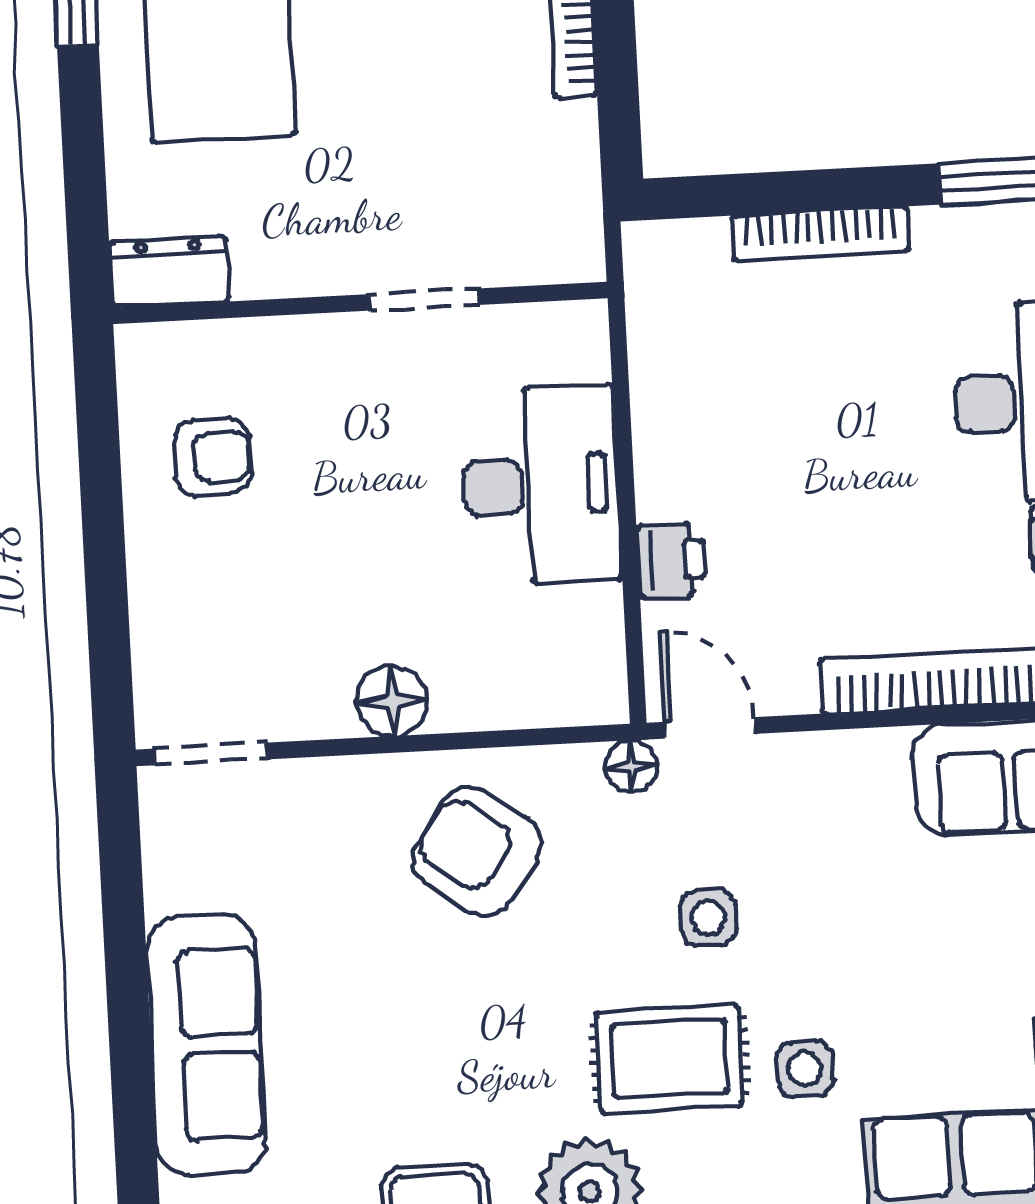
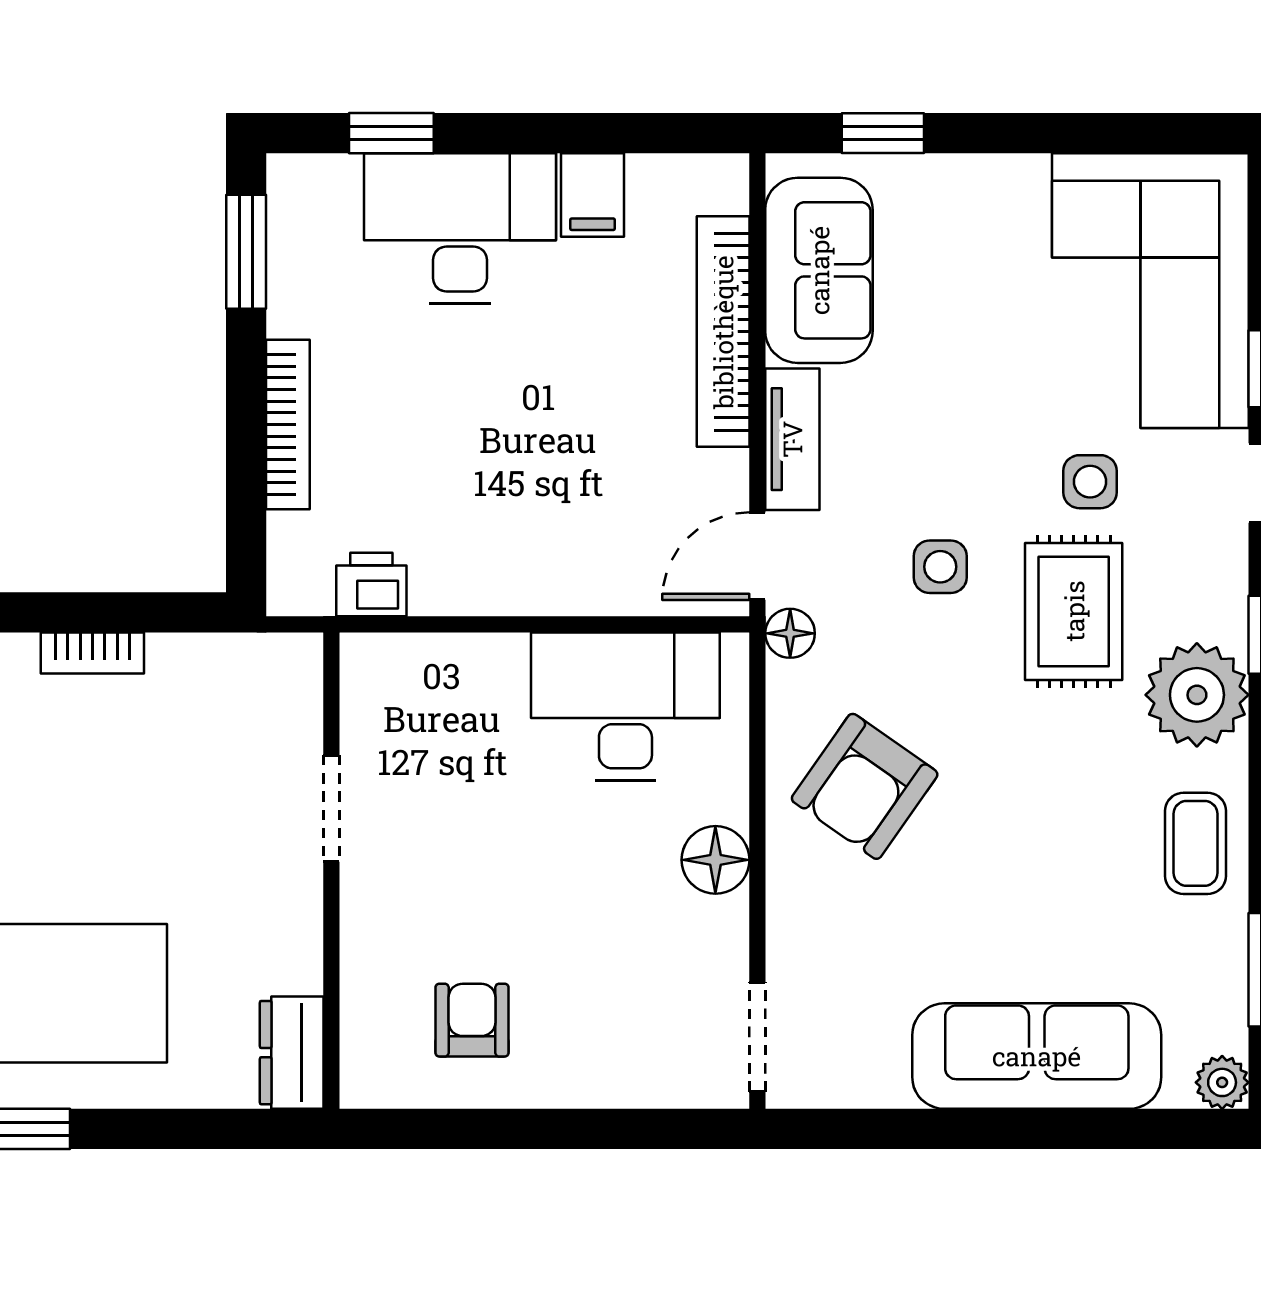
desk: (541, 485) -> (625, 706), moved
printer: (671, 560) -> (371, 584), moved
tv unit: (833, 758) -> (792, 439), added

